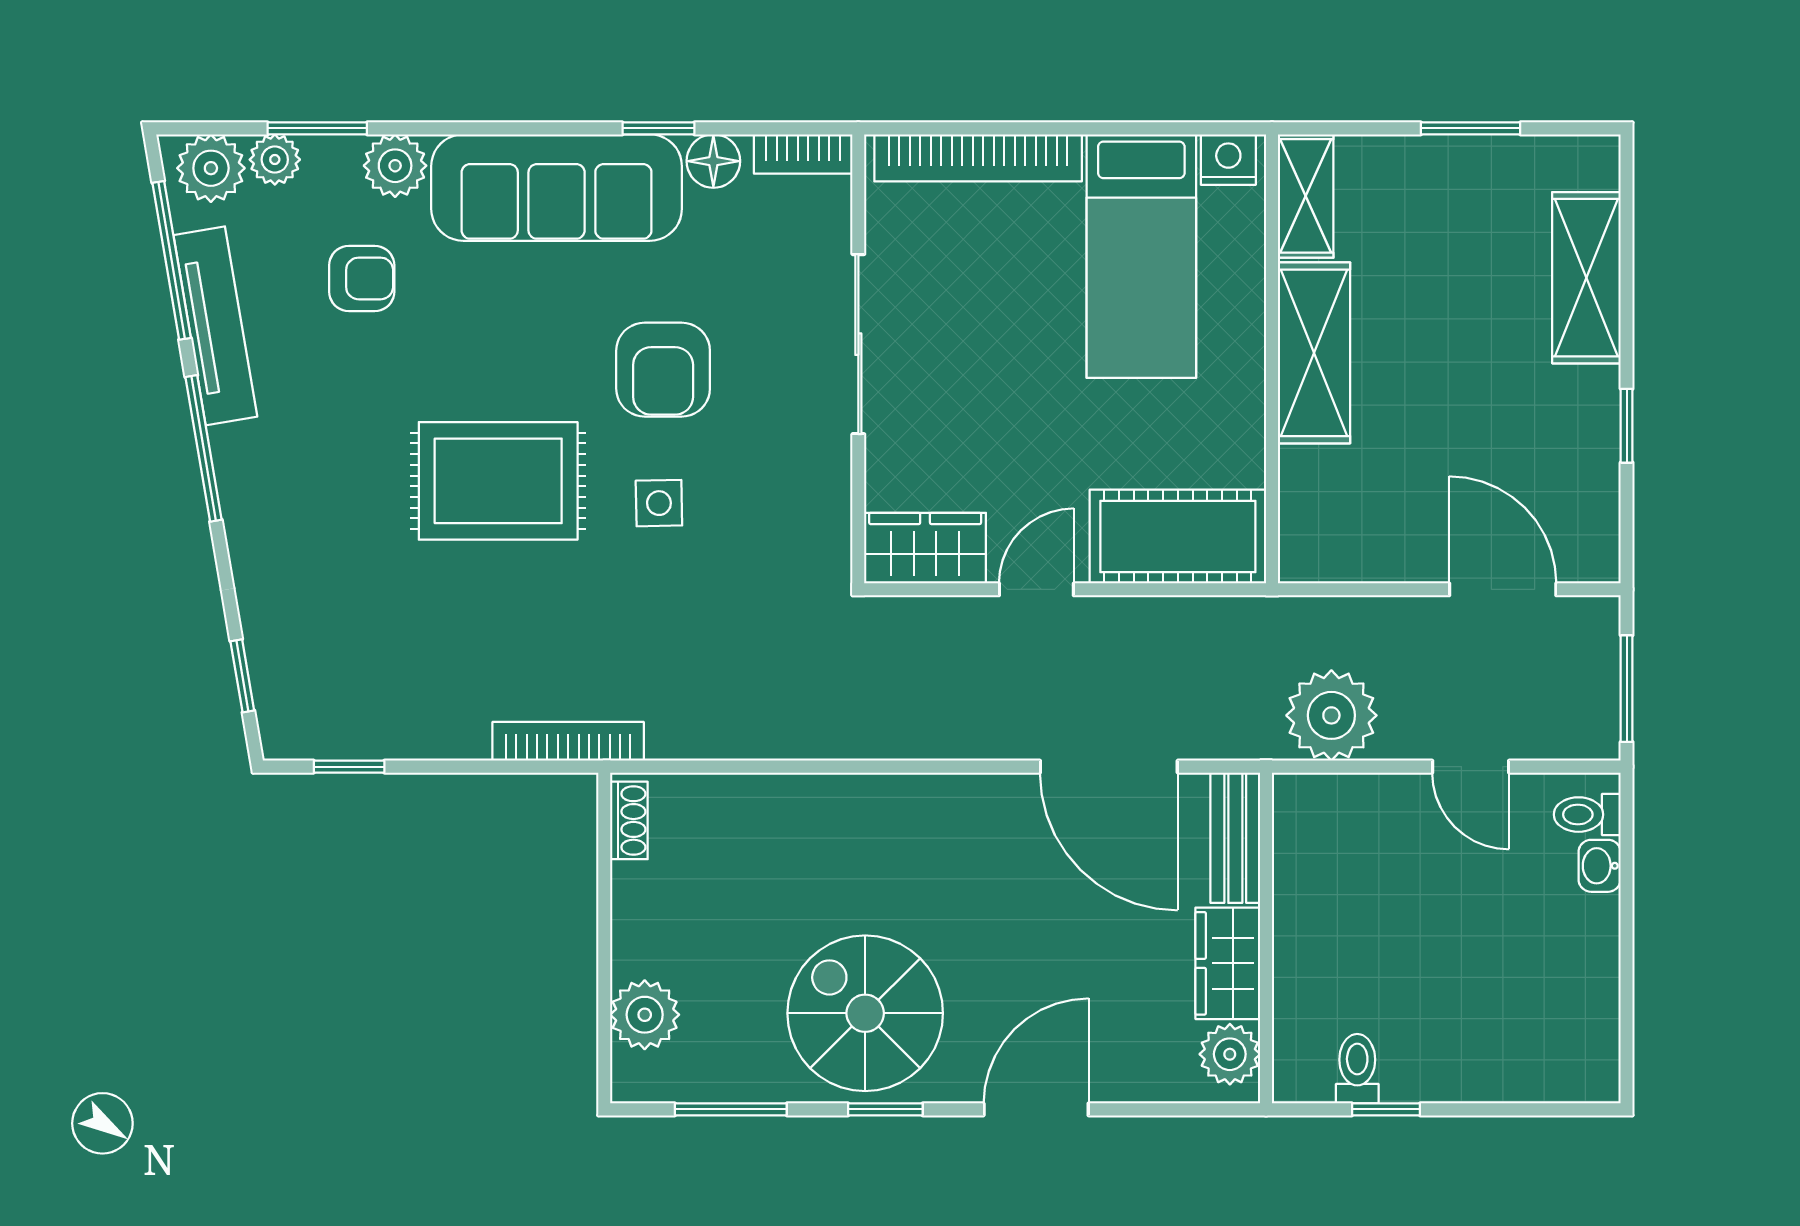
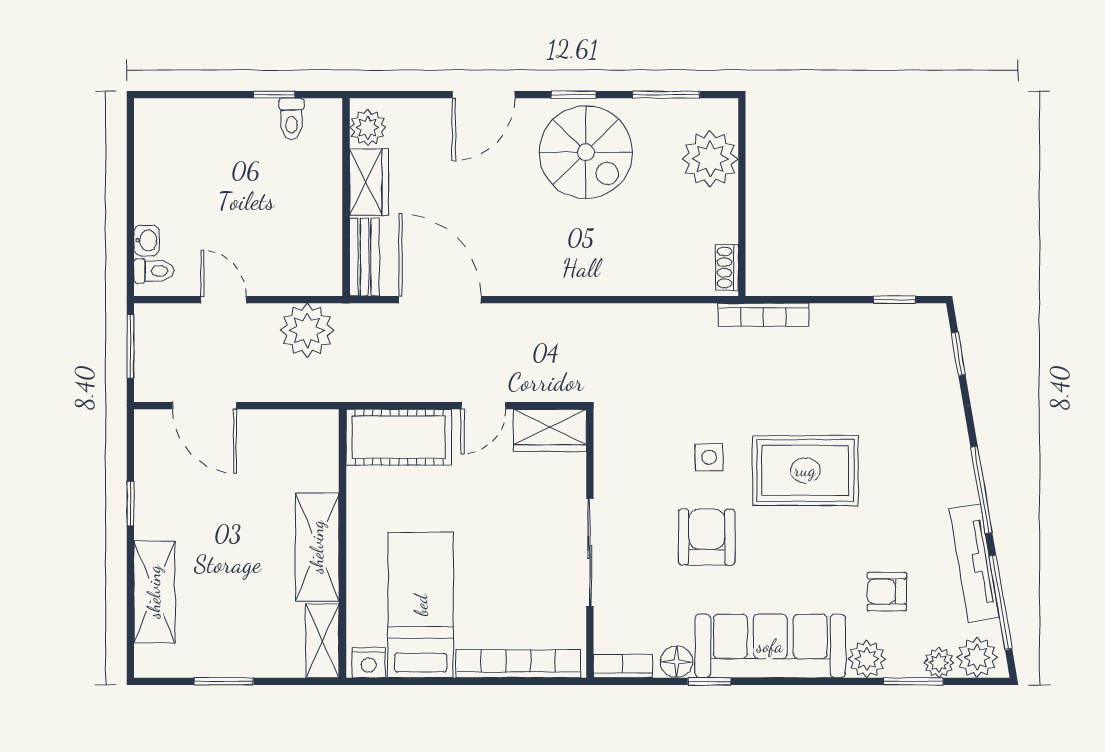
plant: (645, 1015) -> (710, 159), width x1.36, depth x1.36

